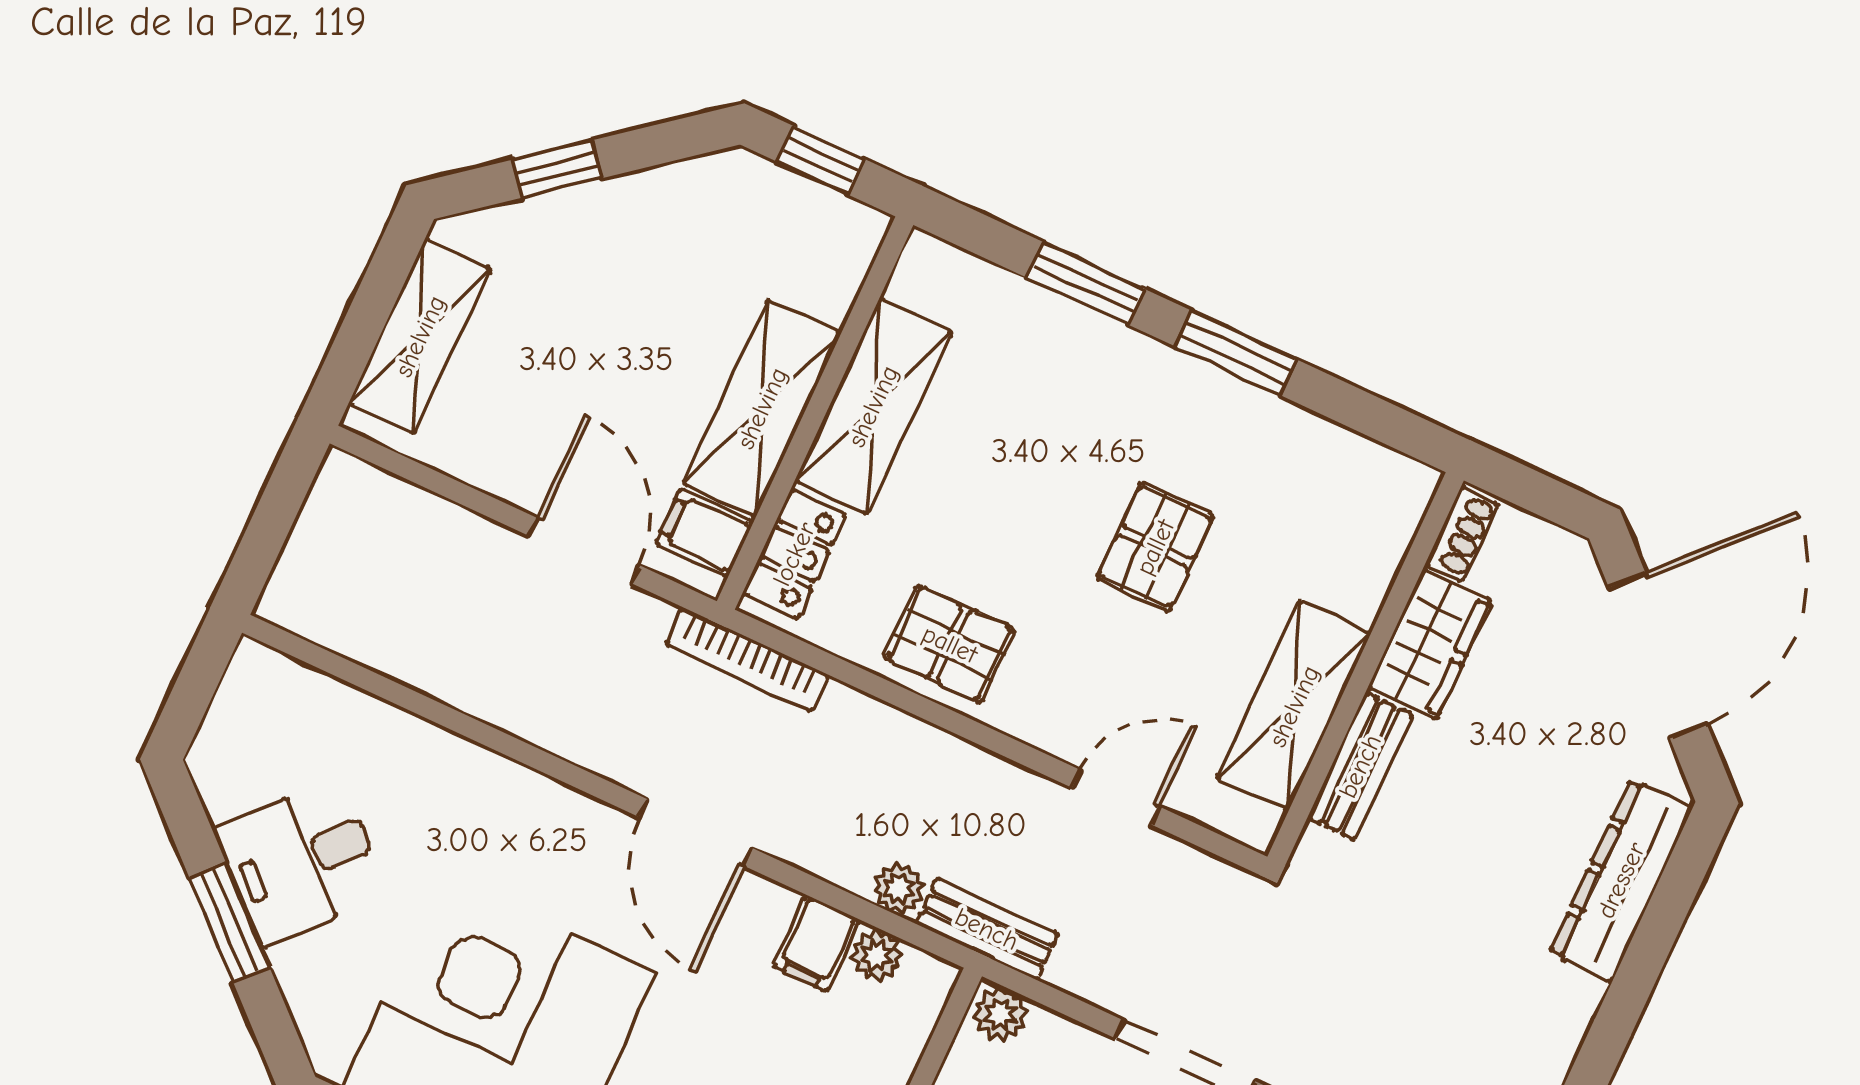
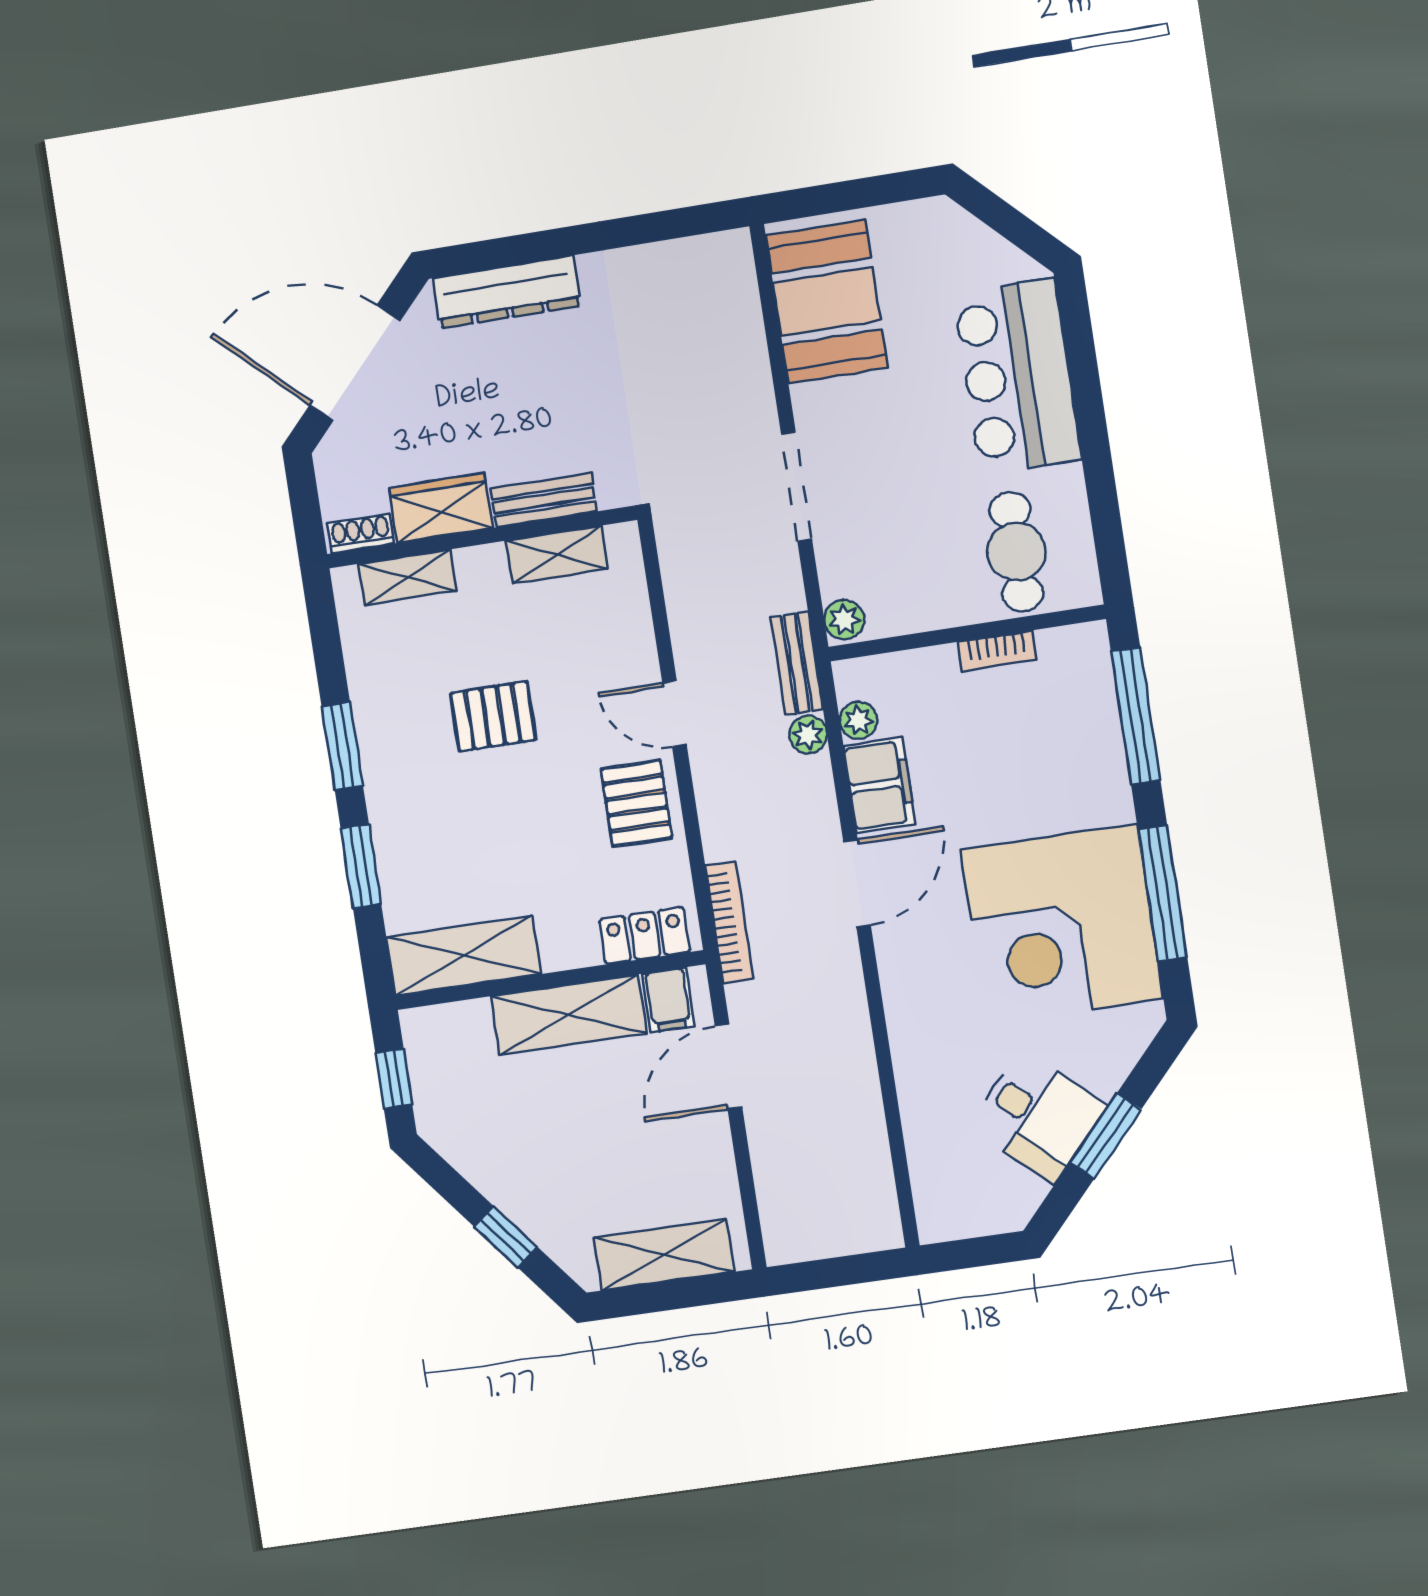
shelving: (873, 406) -> (464, 956), moved
shelving: (1377, 554) -> (407, 577), added
shelving: (1294, 706) -> (557, 555), width x0.67, depth x0.75
door: (1116, 797) -> (674, 714), moved
filing cabinet: (816, 943) -> (879, 785), width x2.00

